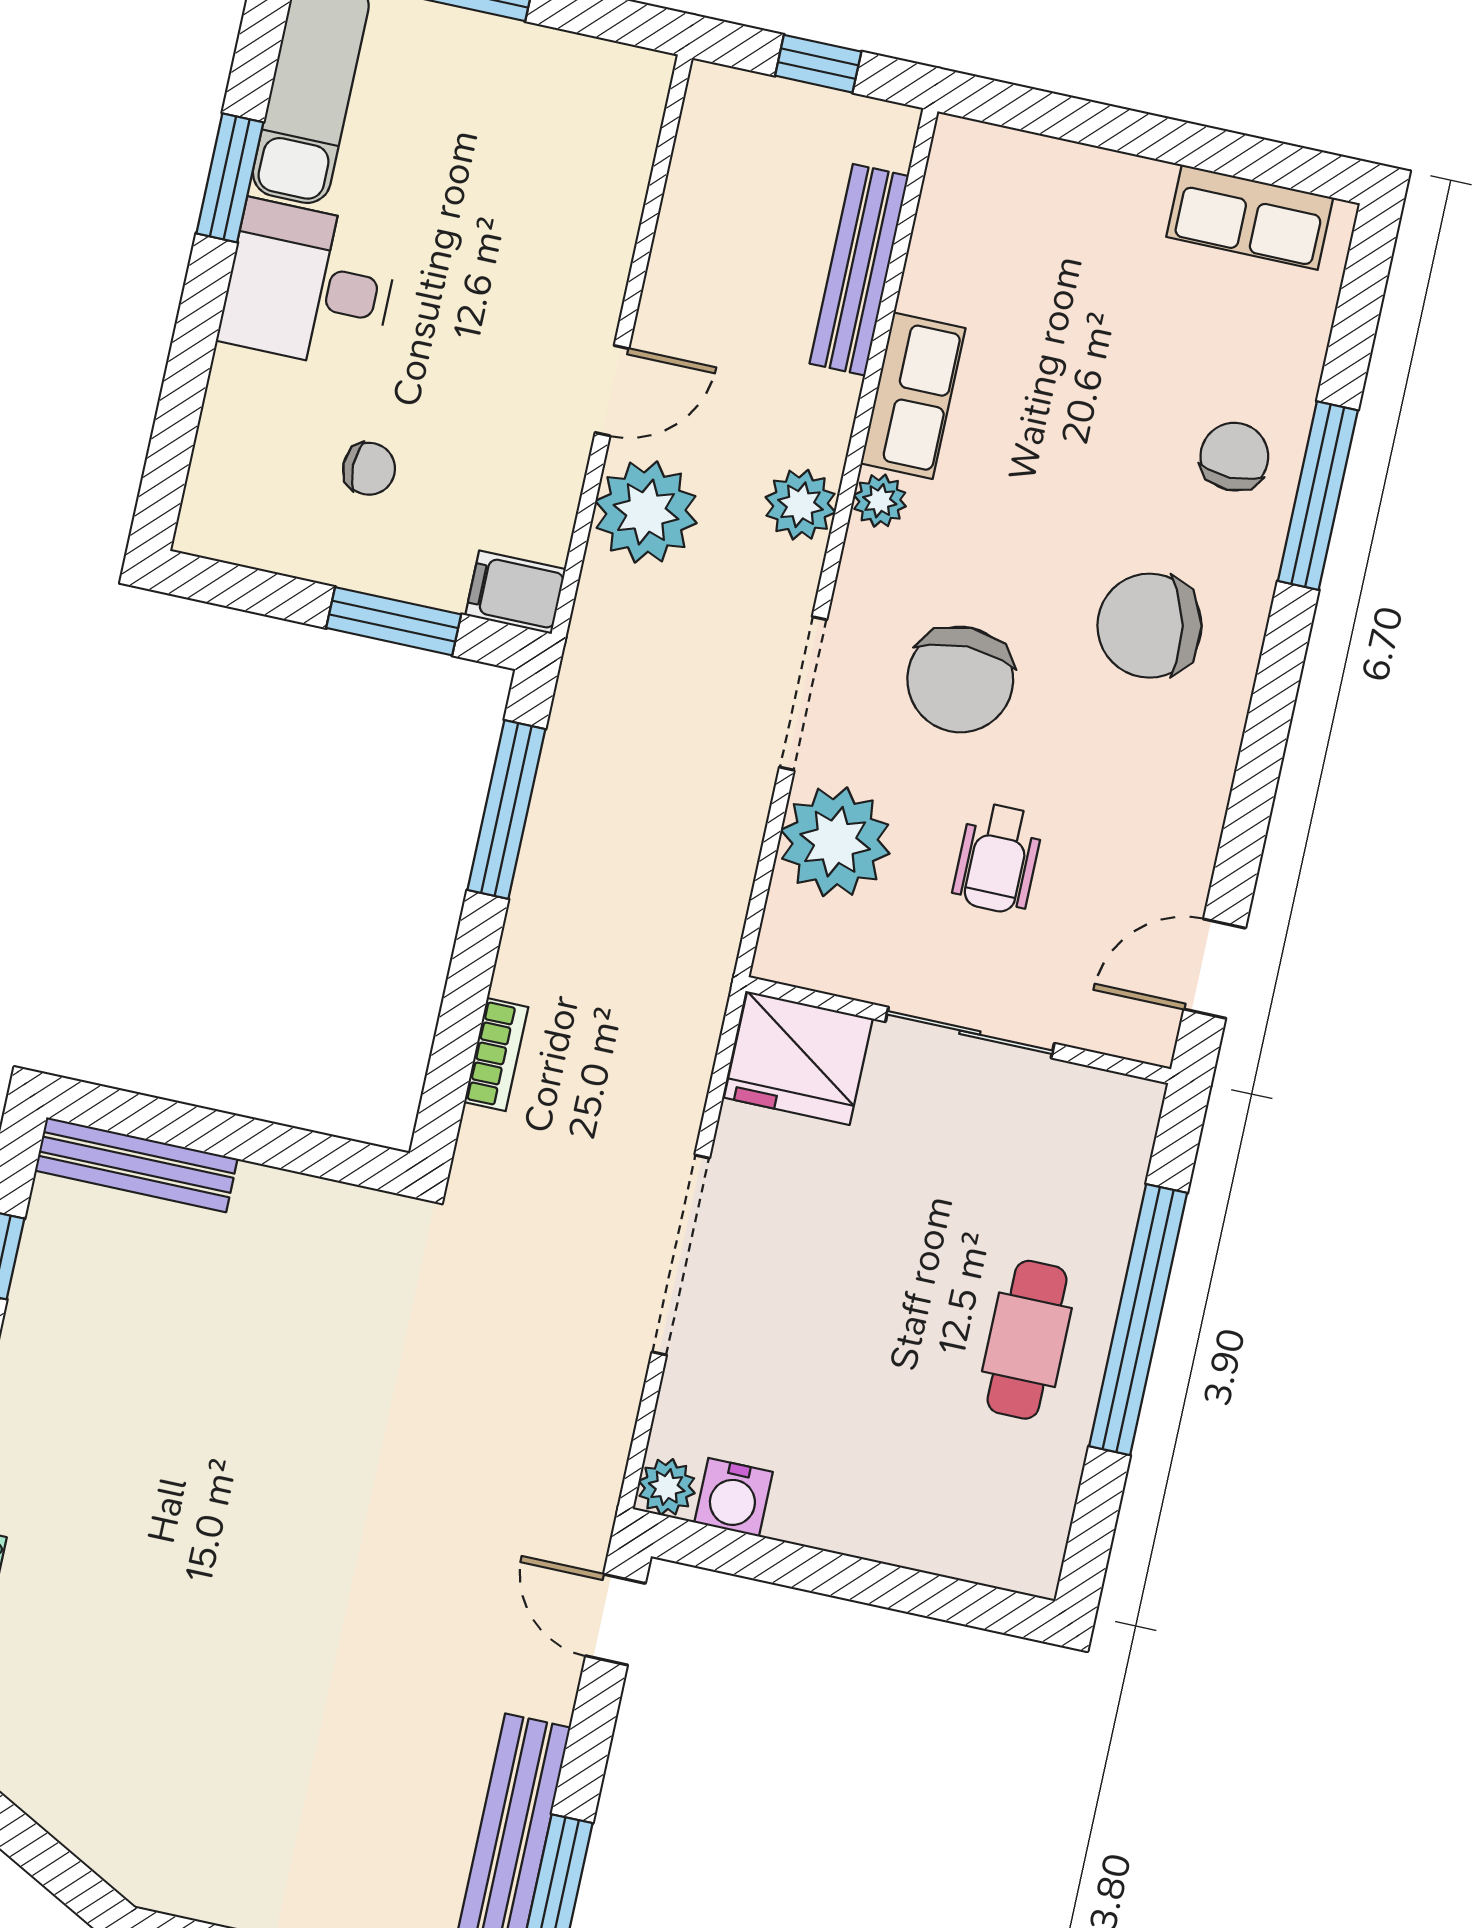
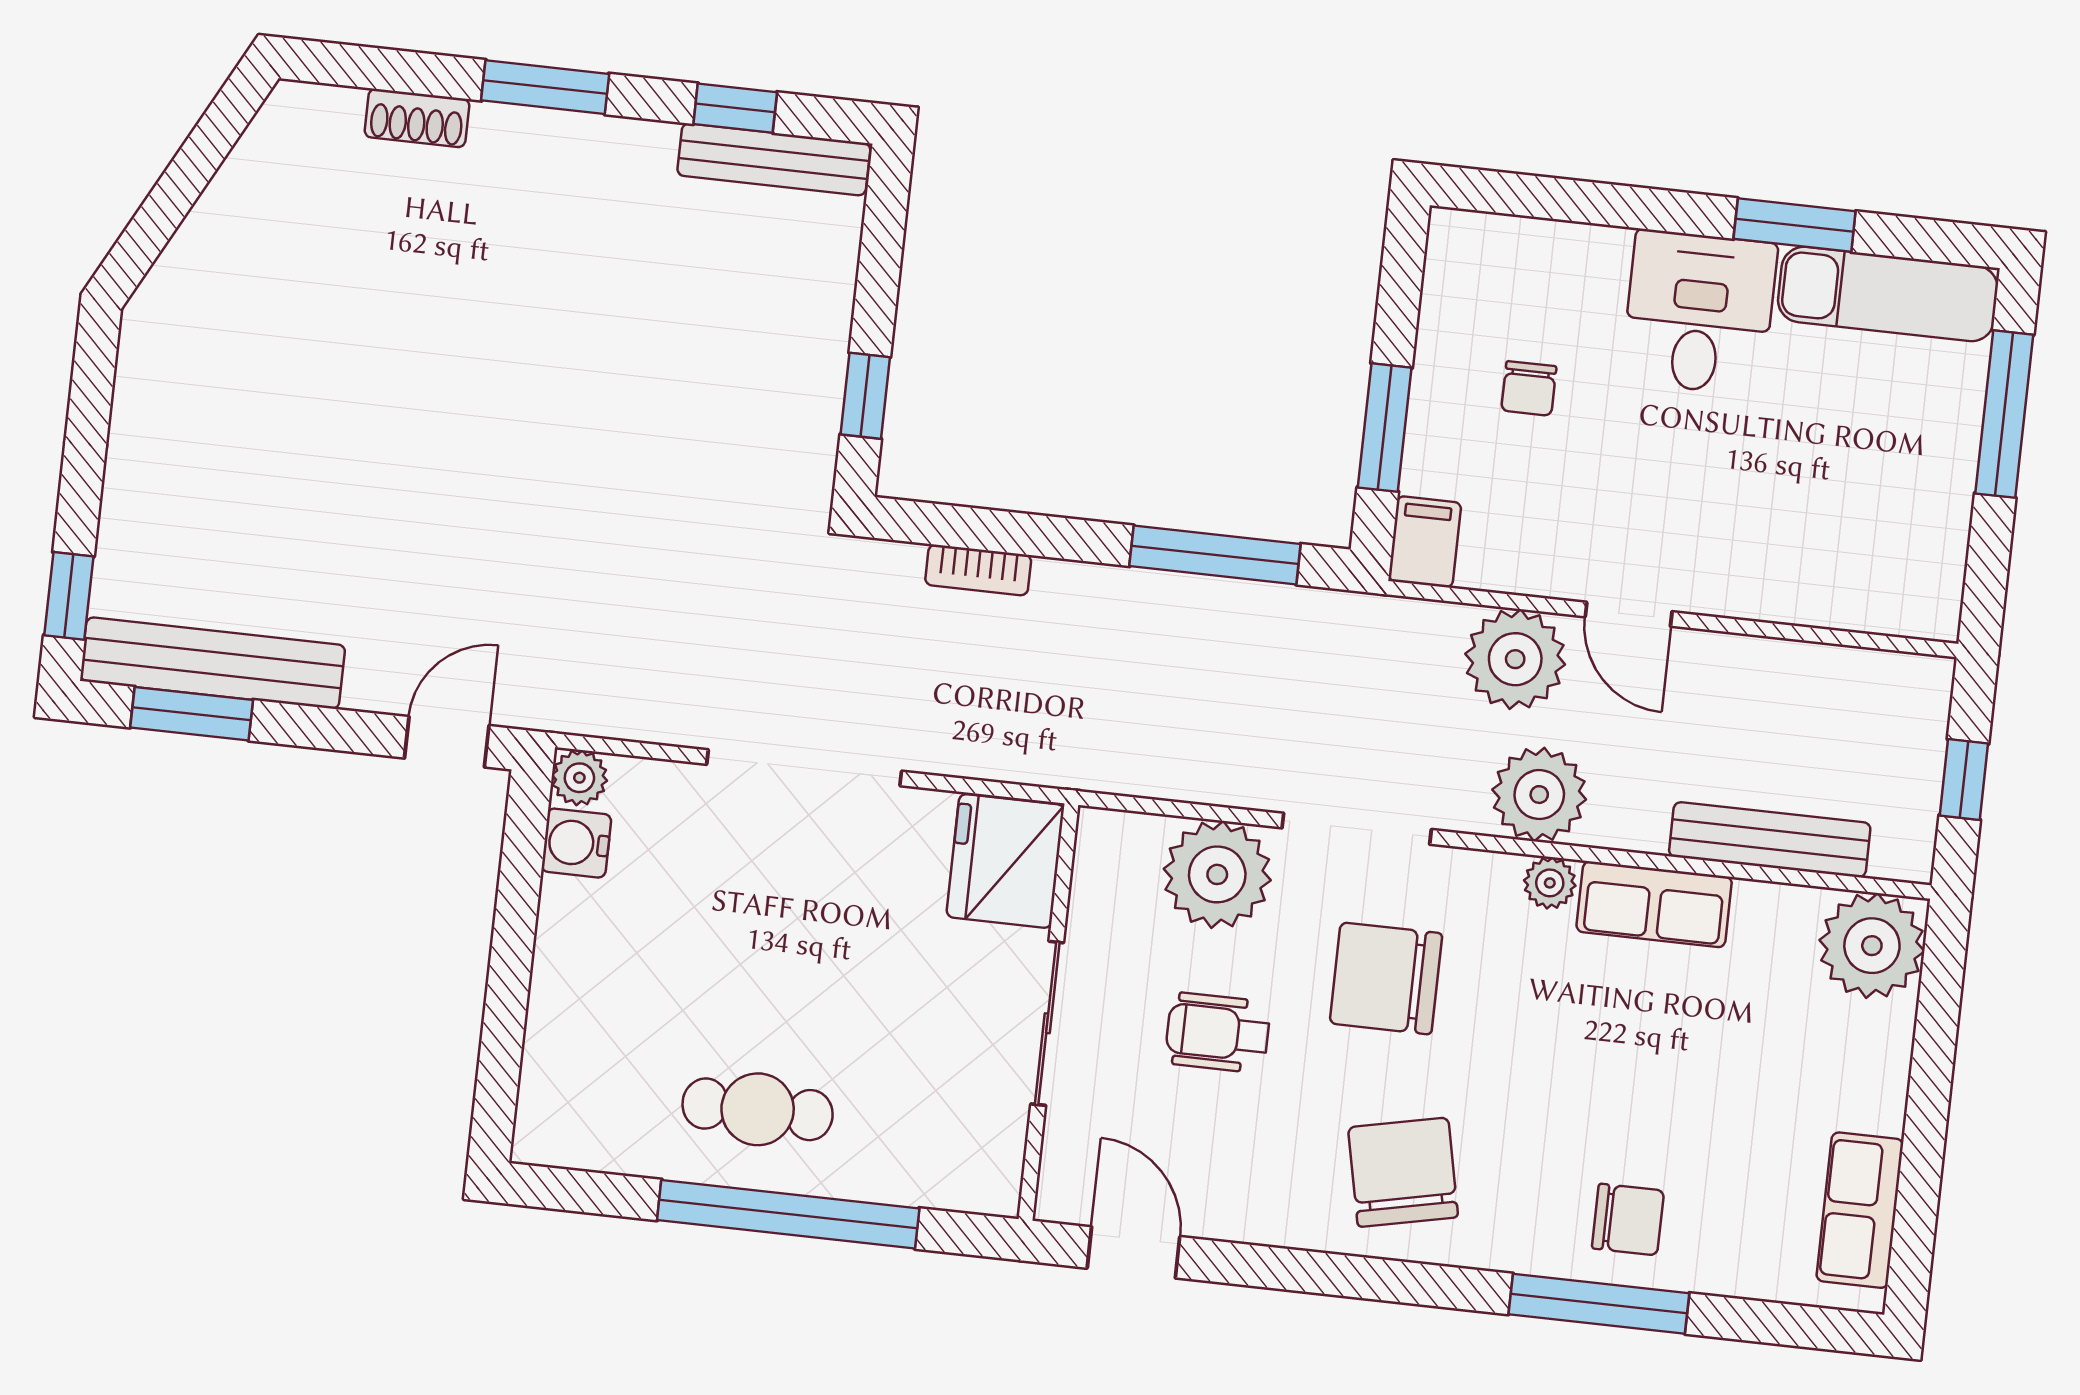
plant: (979, 176) -> (1872, 946), added
plant: (800, 505) -> (1539, 795), width x1.36, depth x1.36
chair: (1149, 626) -> (1403, 1172), moved
window: (305, 1152) -> (865, 396), added
bench: (136, 1165) -> (774, 159), moved, turned 90

